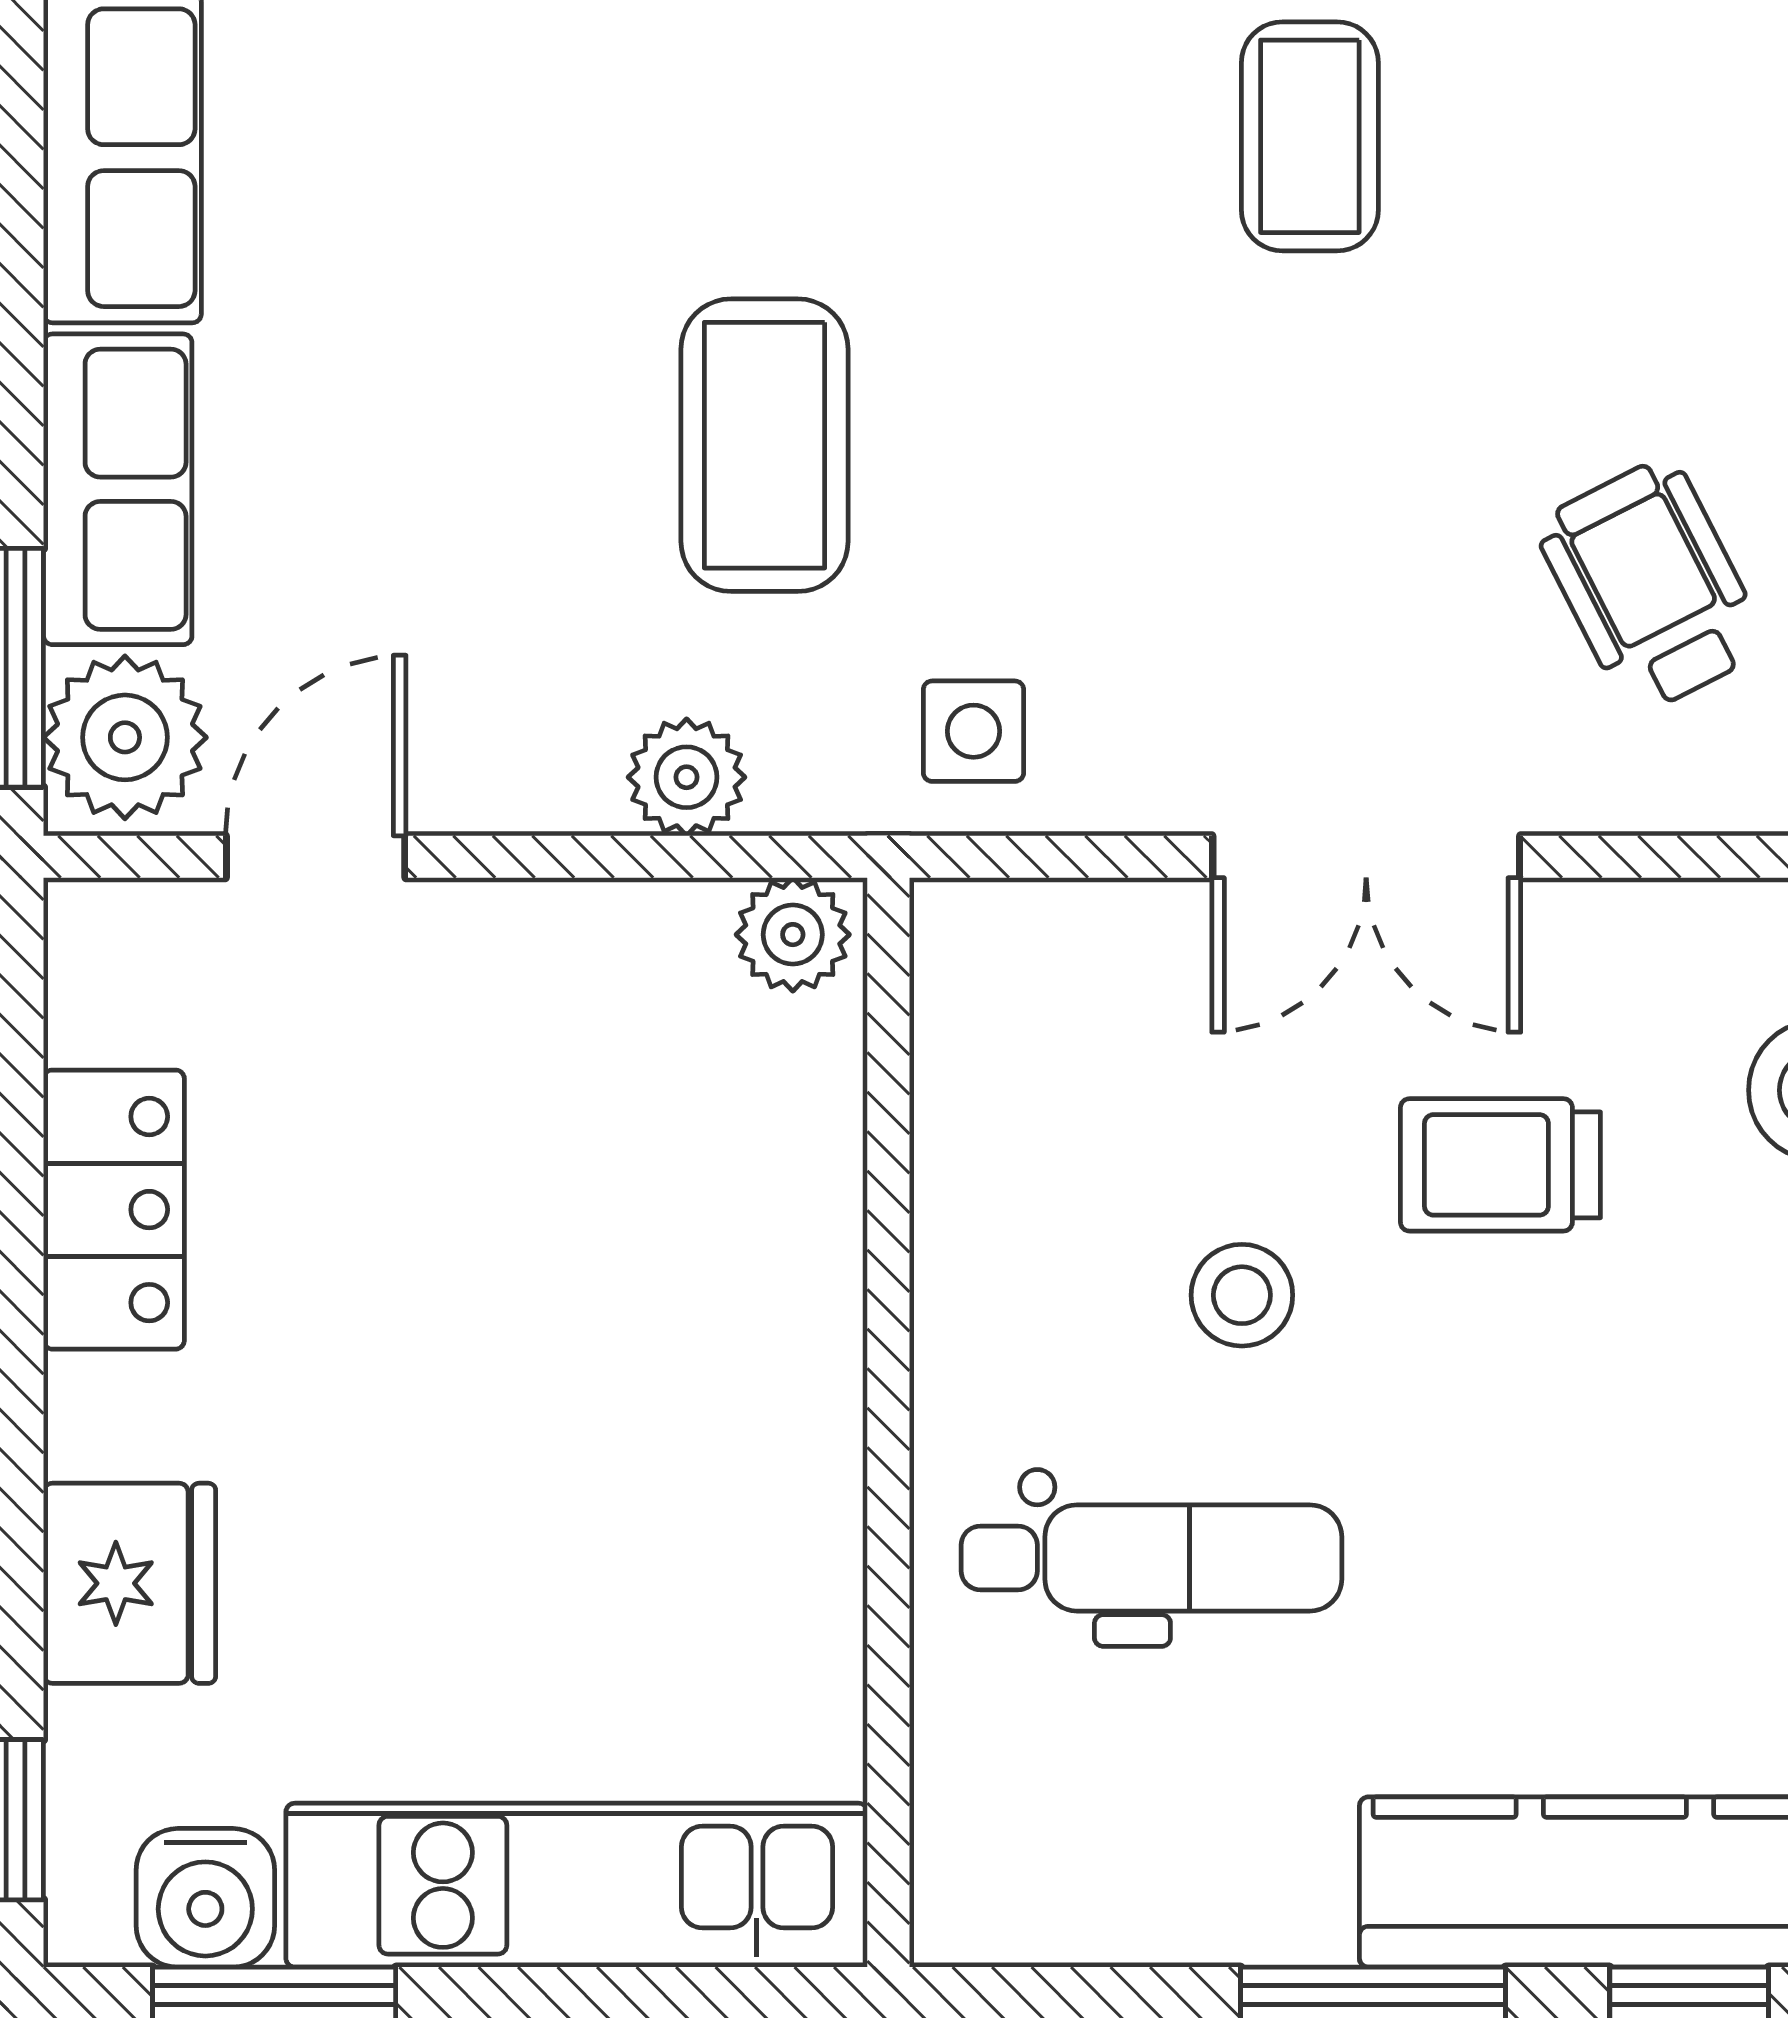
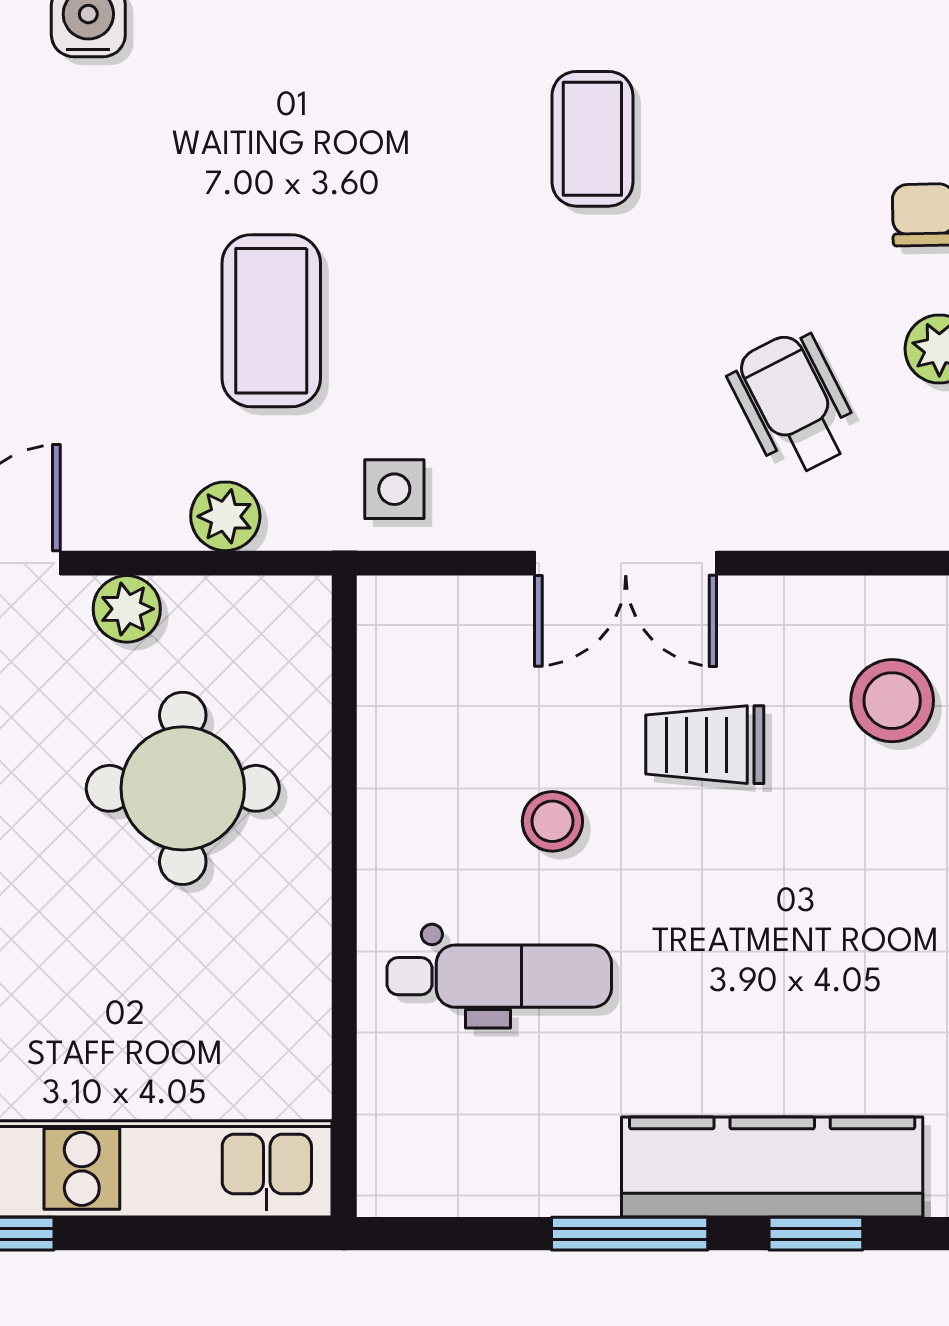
plant: (793, 935) -> (127, 609), moved
round table: (614, 1239) -> (183, 788), added

